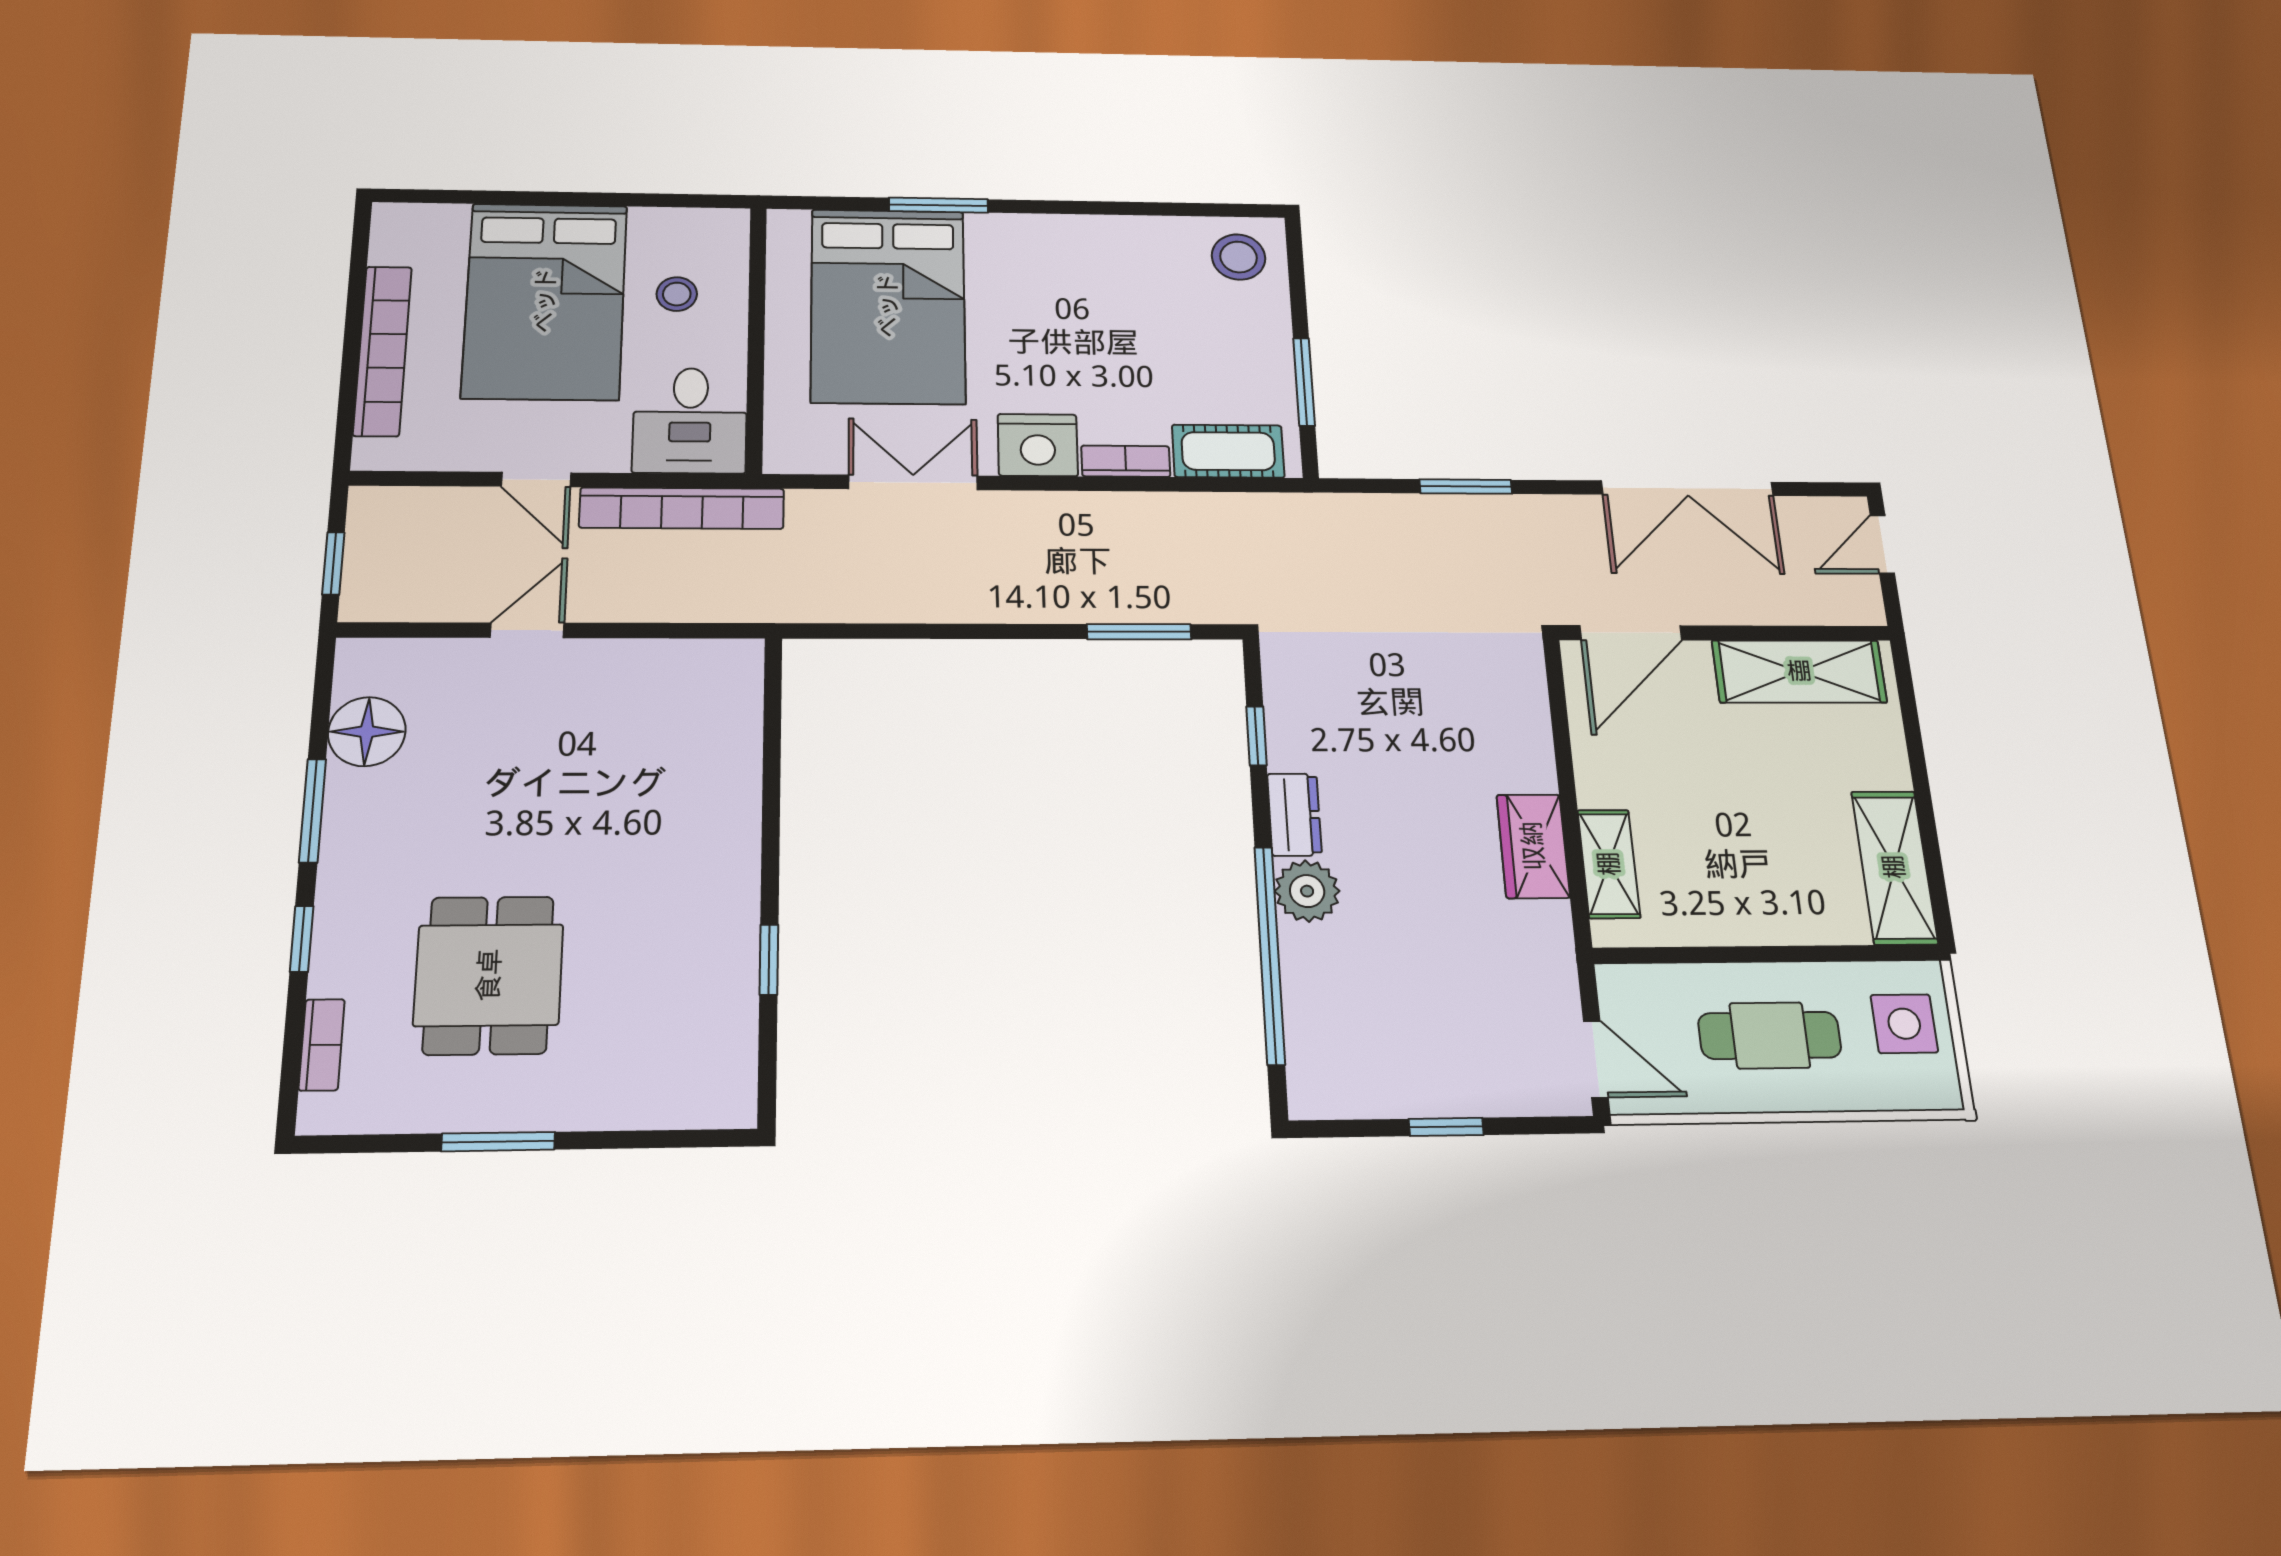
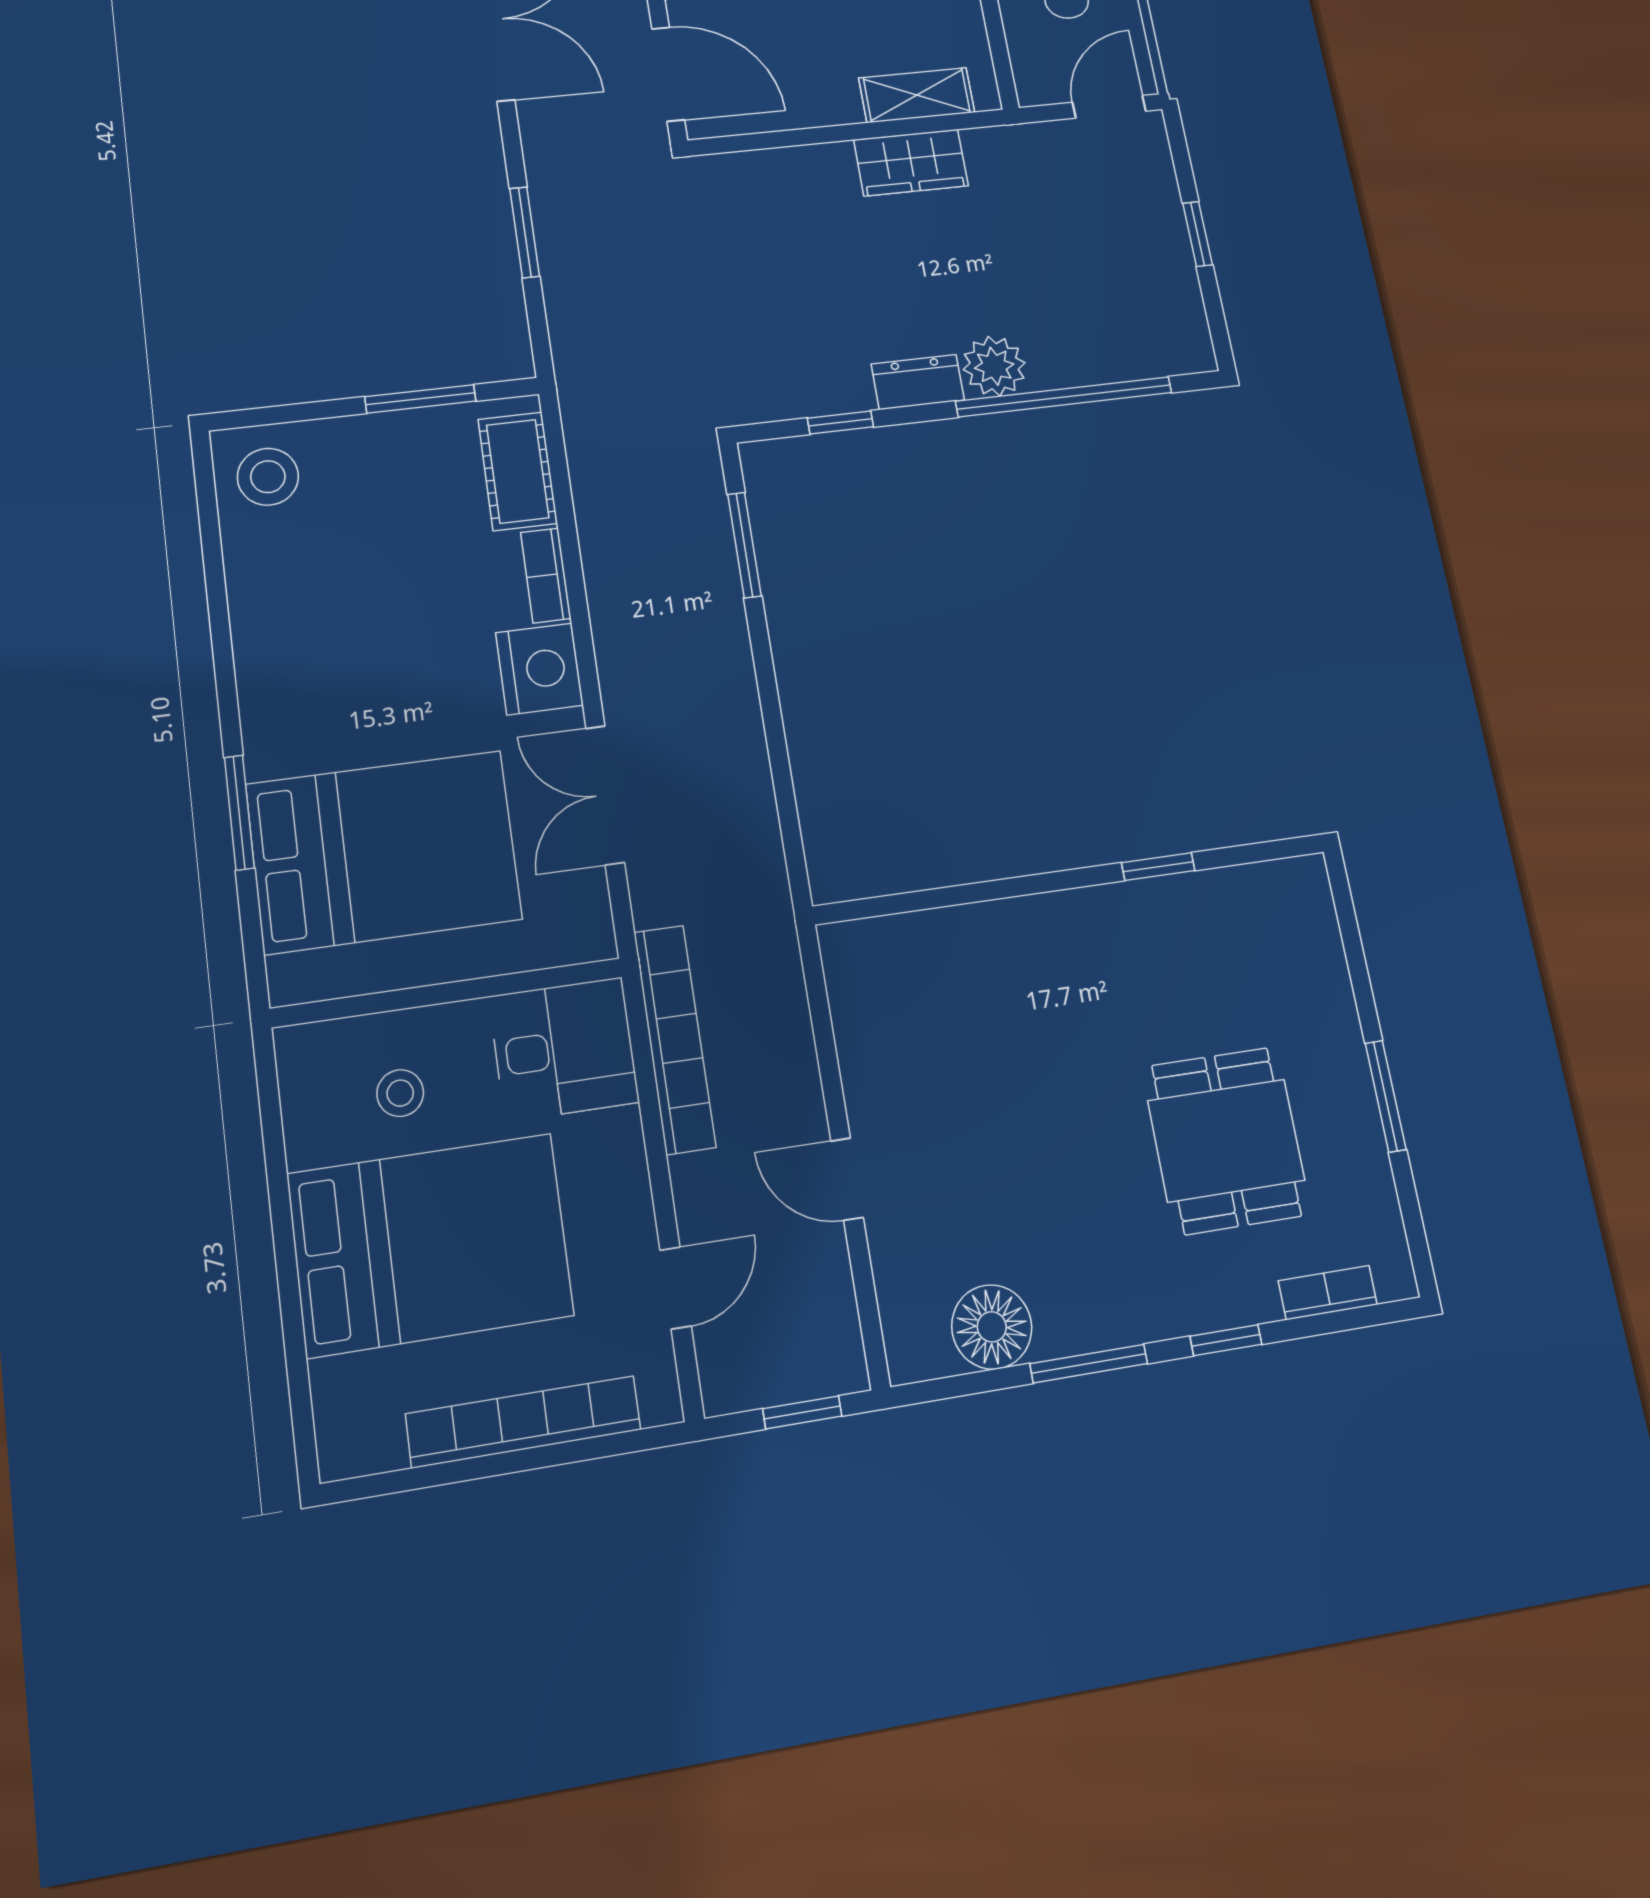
door: (536, 480) -> (676, 1288), moved
dining table: (489, 975) -> (1226, 1140), turned 90

